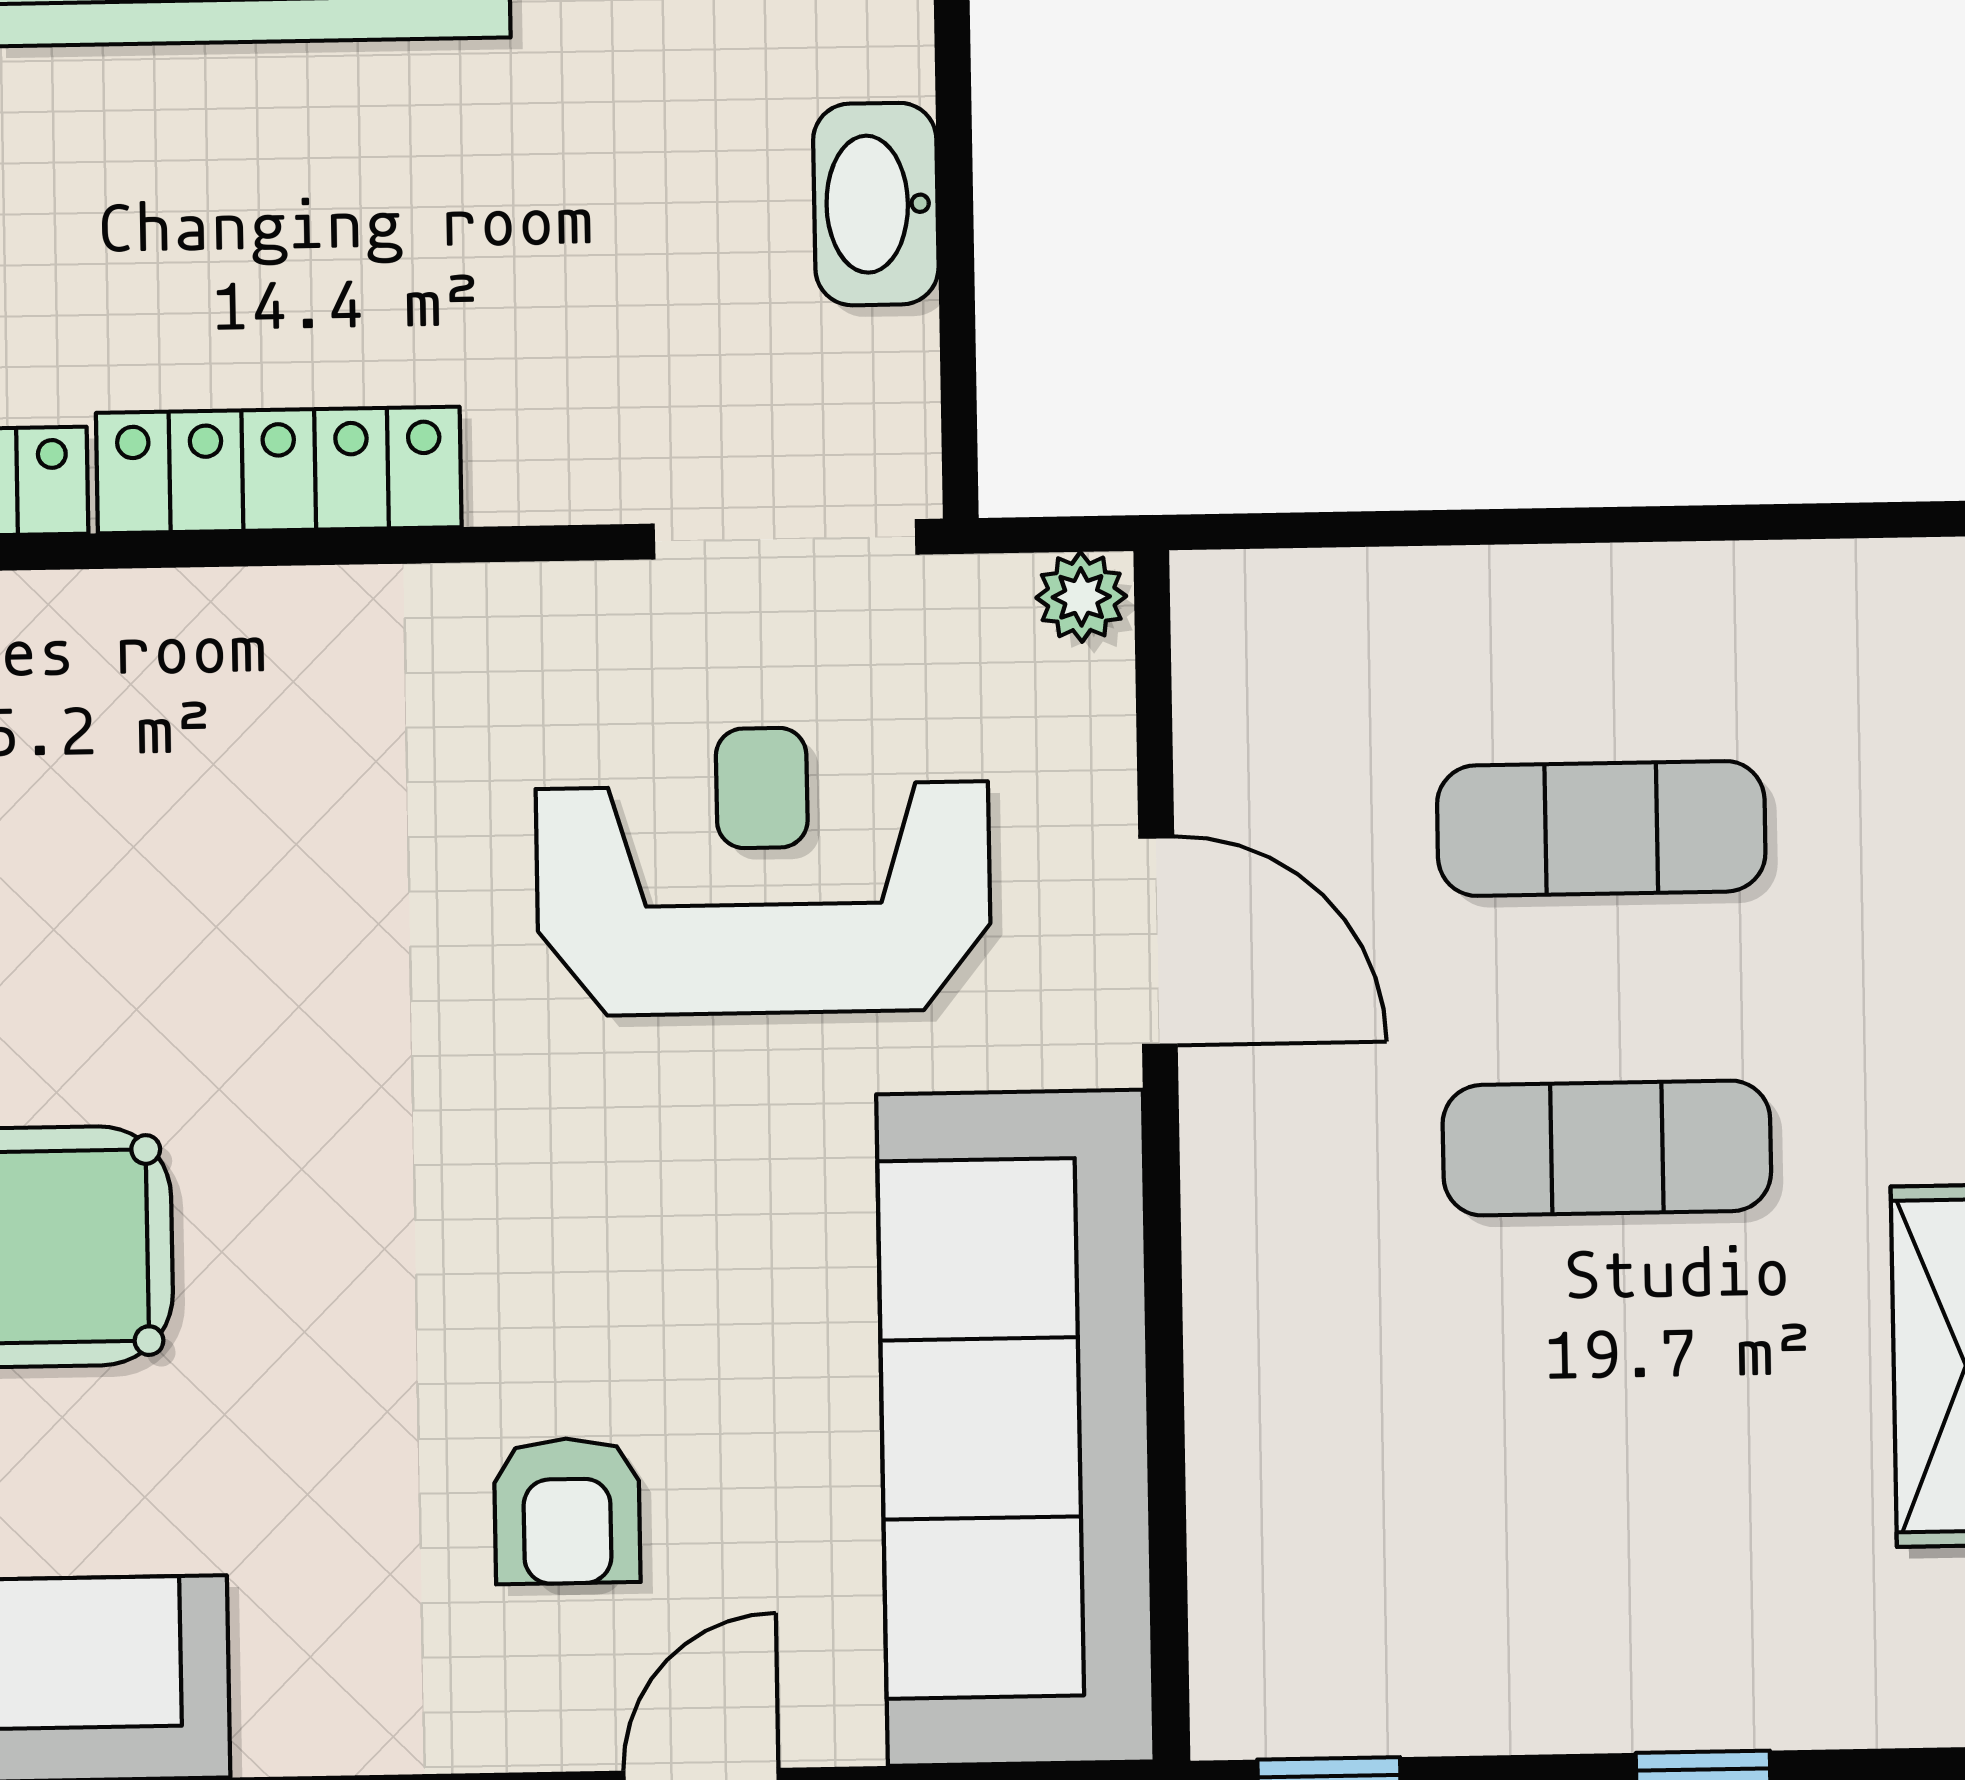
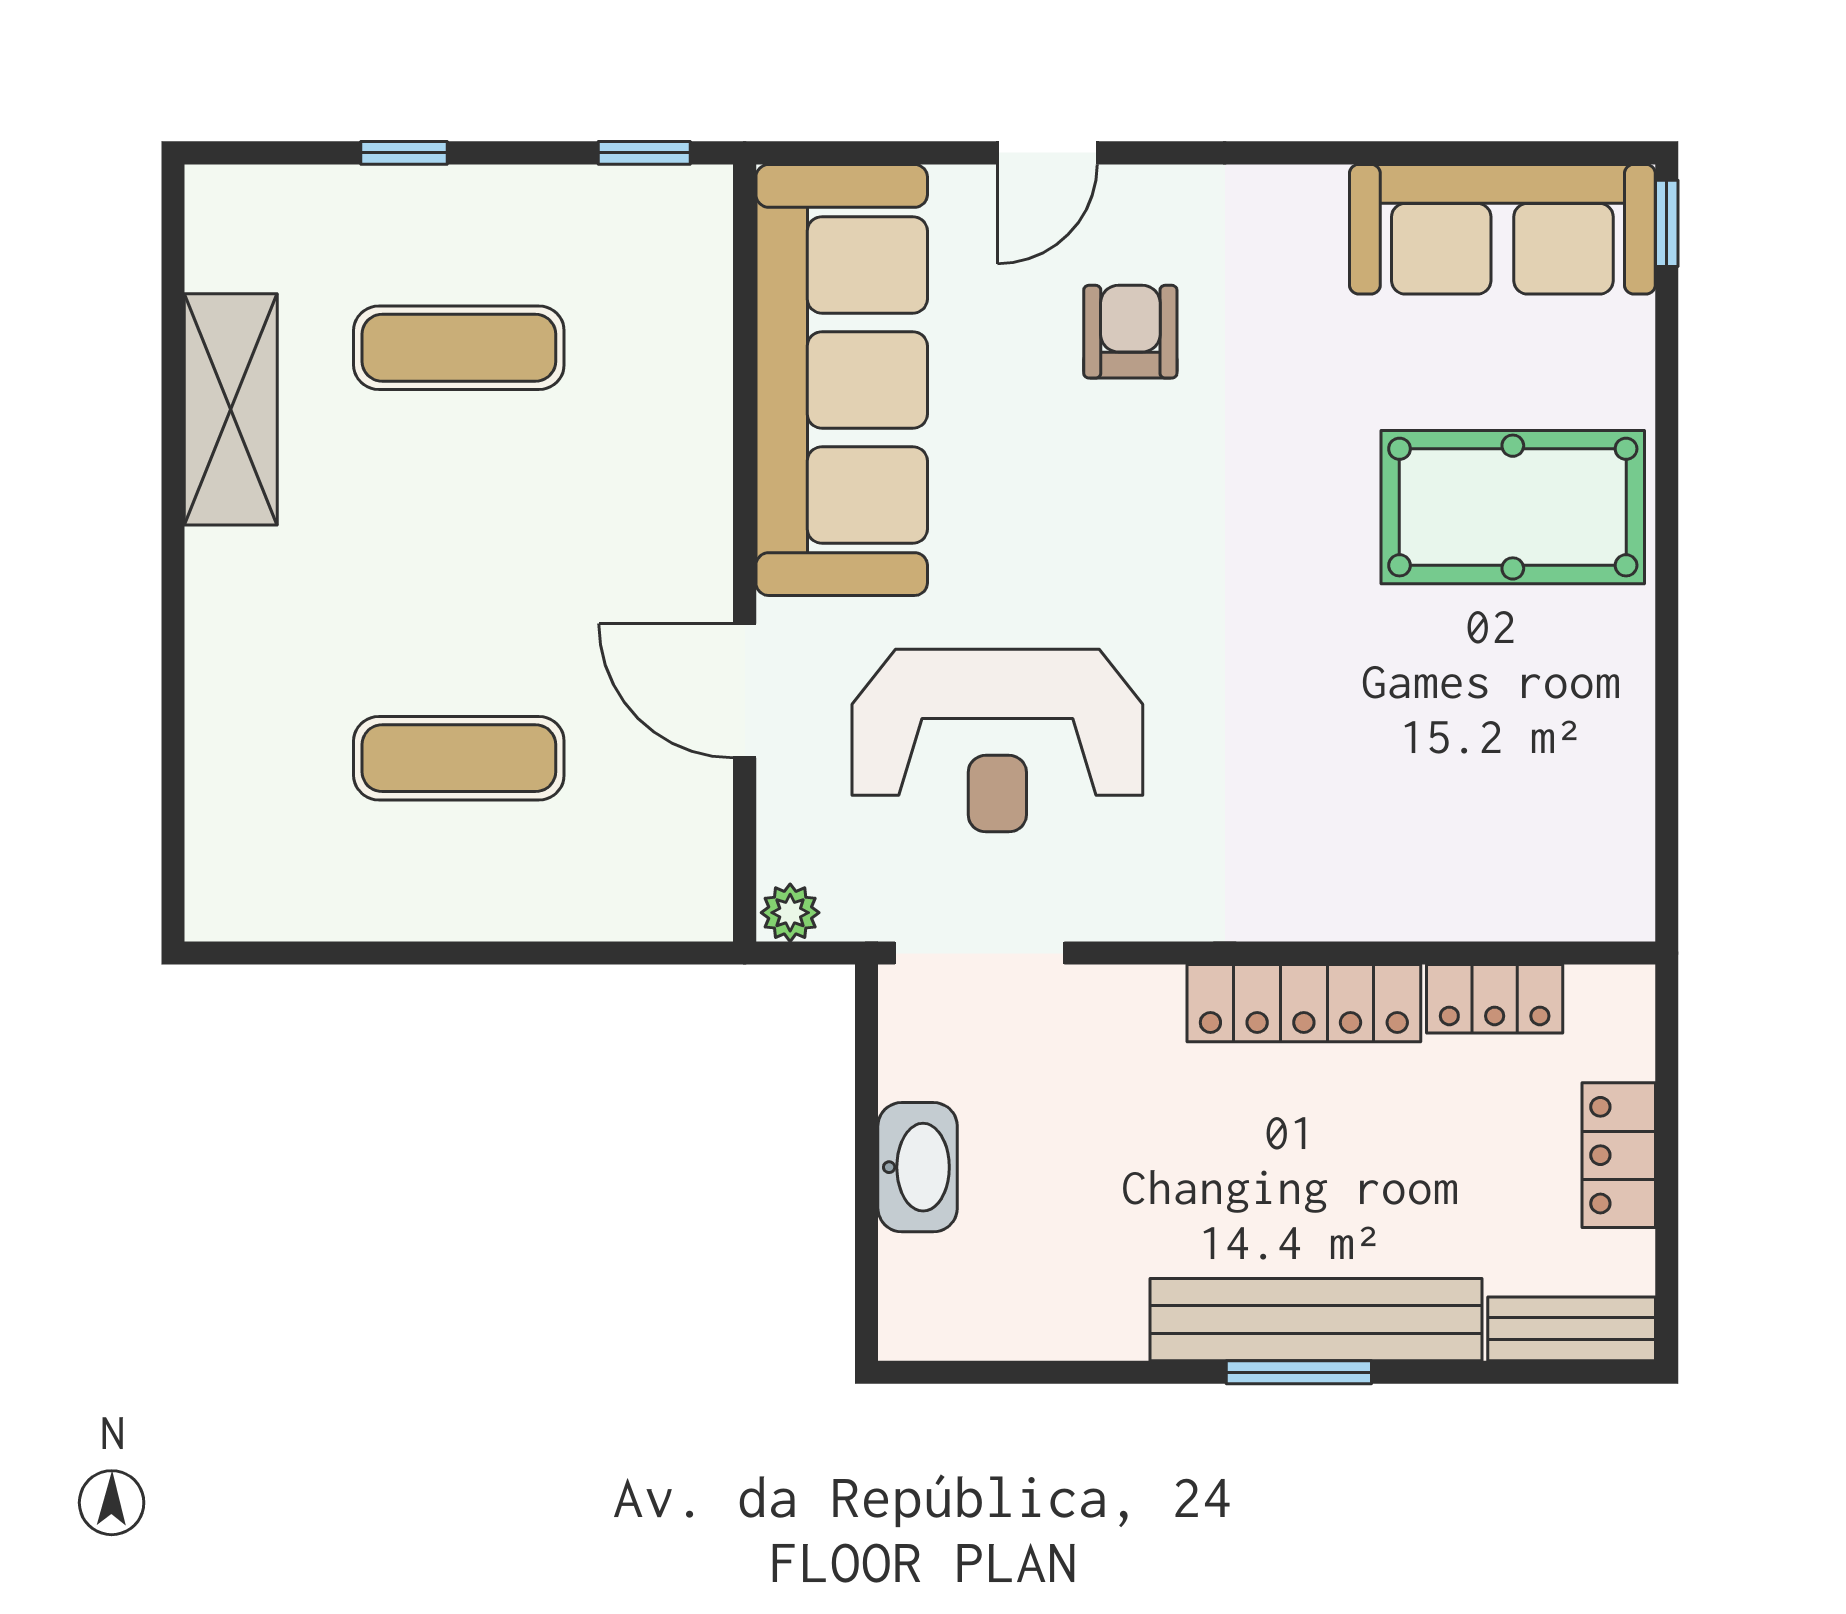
exercise mat: (1607, 1148) -> (459, 348), moved

